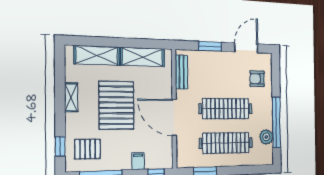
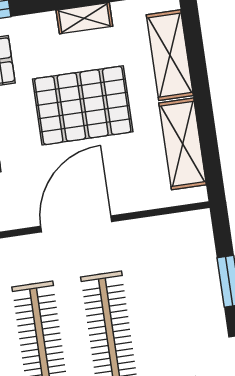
bench: (181, 72) -> (167, 227), removed

